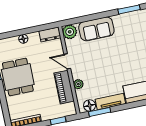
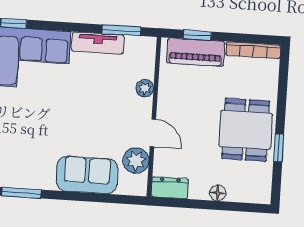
plant: (70, 32) -> (136, 161), moved
piano: (64, 87) -> (196, 52), moved, turned 90
floor lamp: (90, 106) -> (136, 46), removed

